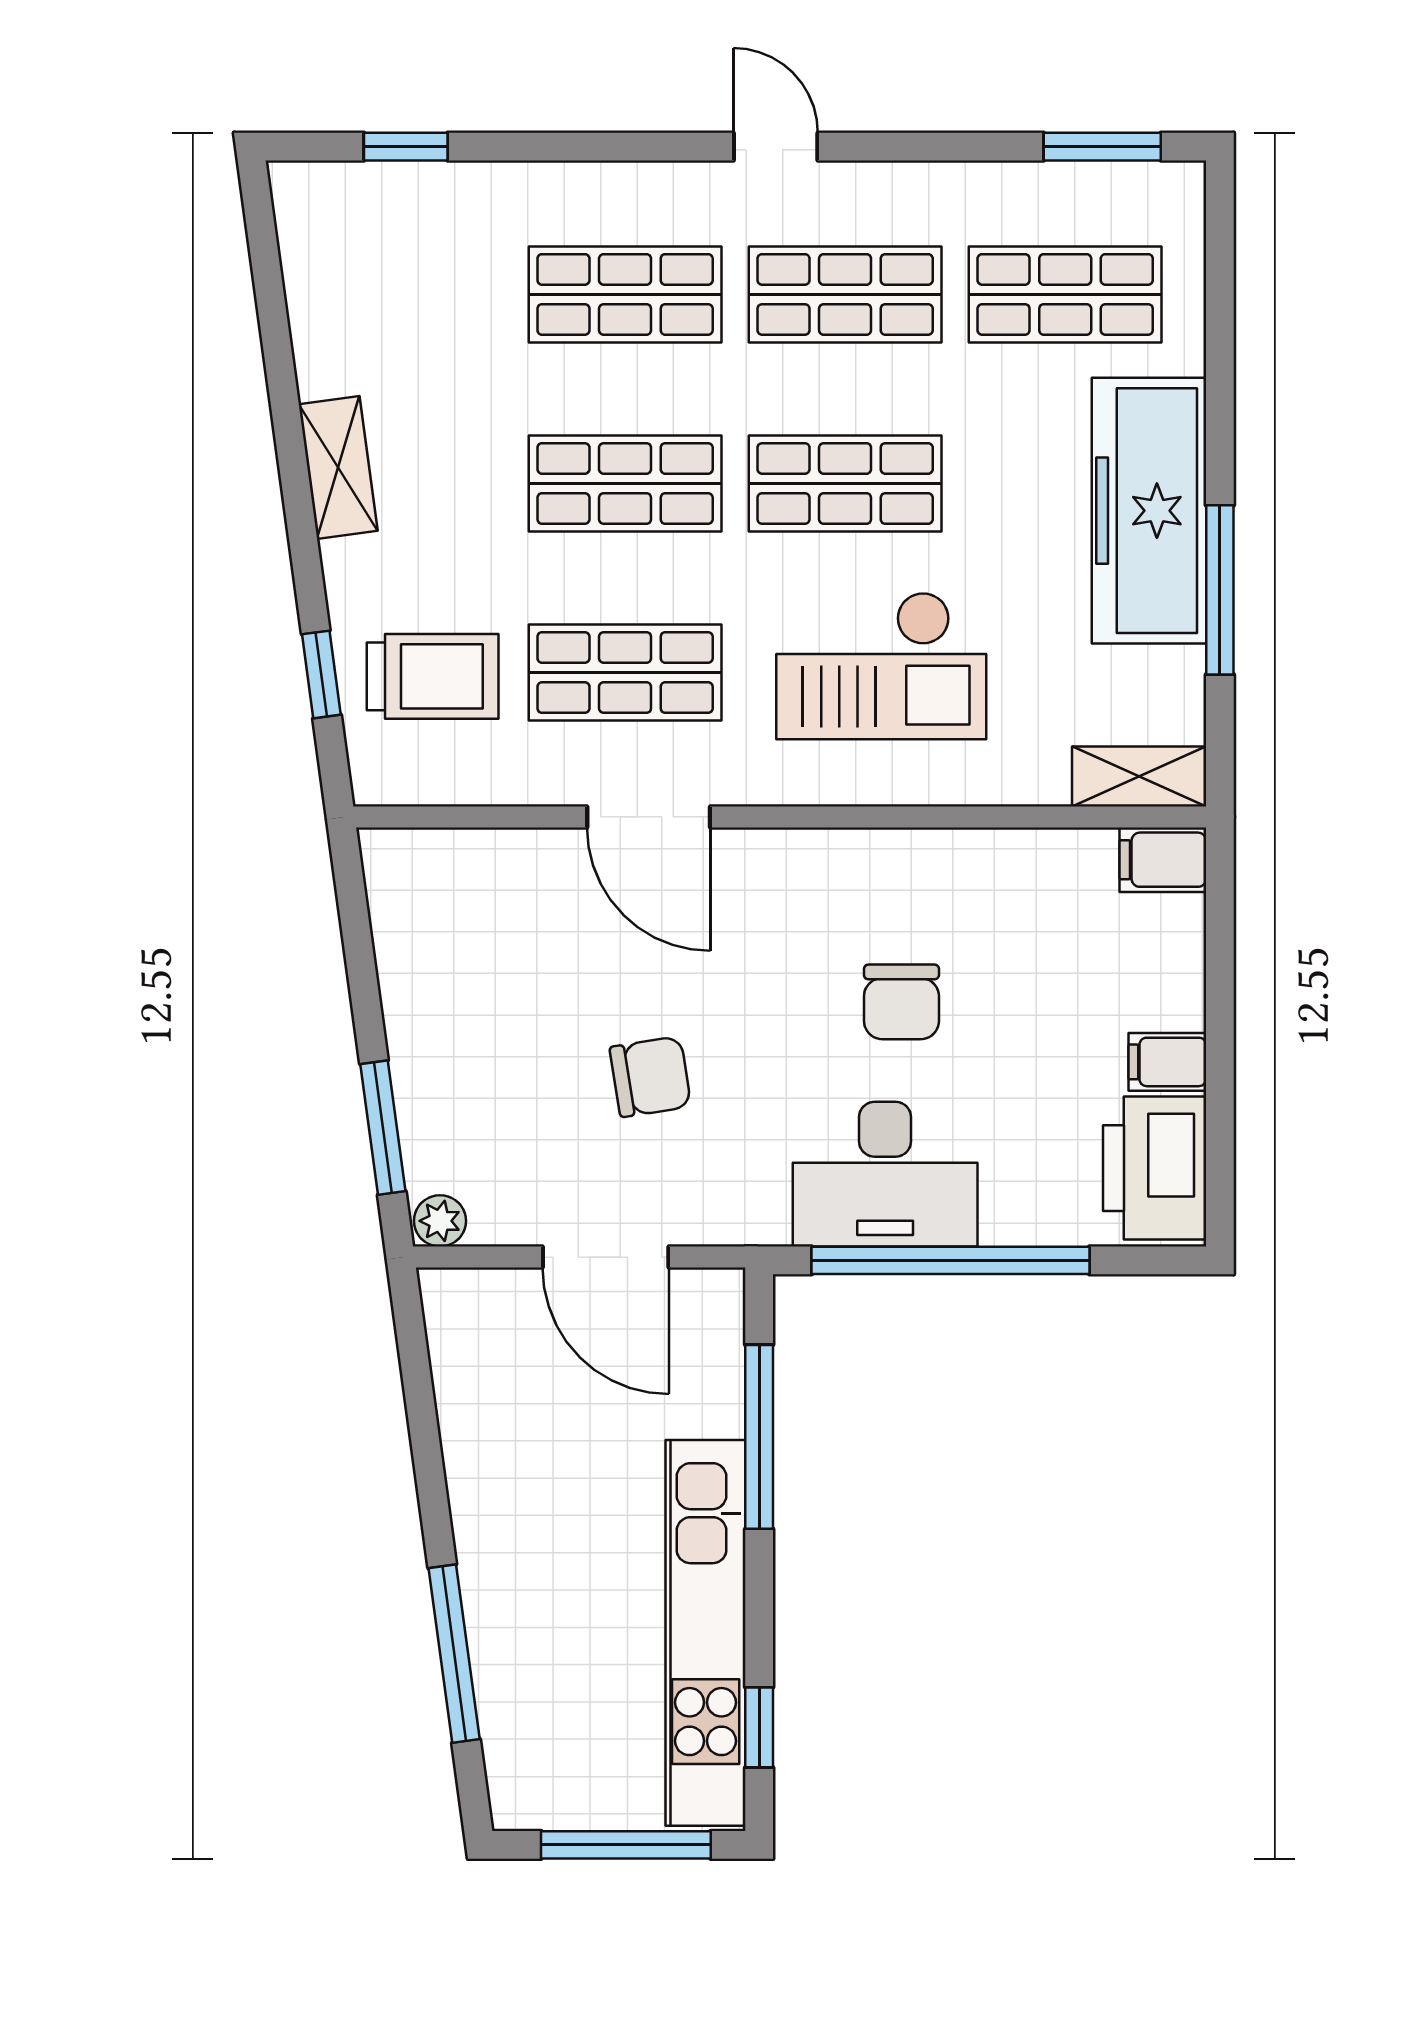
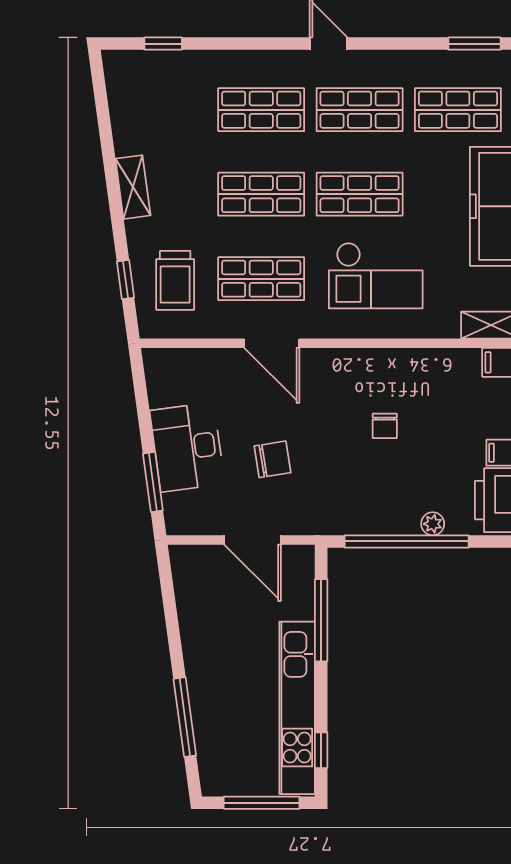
trolley: (433, 676) -> (175, 280), turned 90
chair: (901, 1002) -> (385, 426), width x0.73, depth x0.73
desk: (885, 1174) -> (187, 447), moved, turned 82
plant: (440, 1221) -> (433, 524), moved

